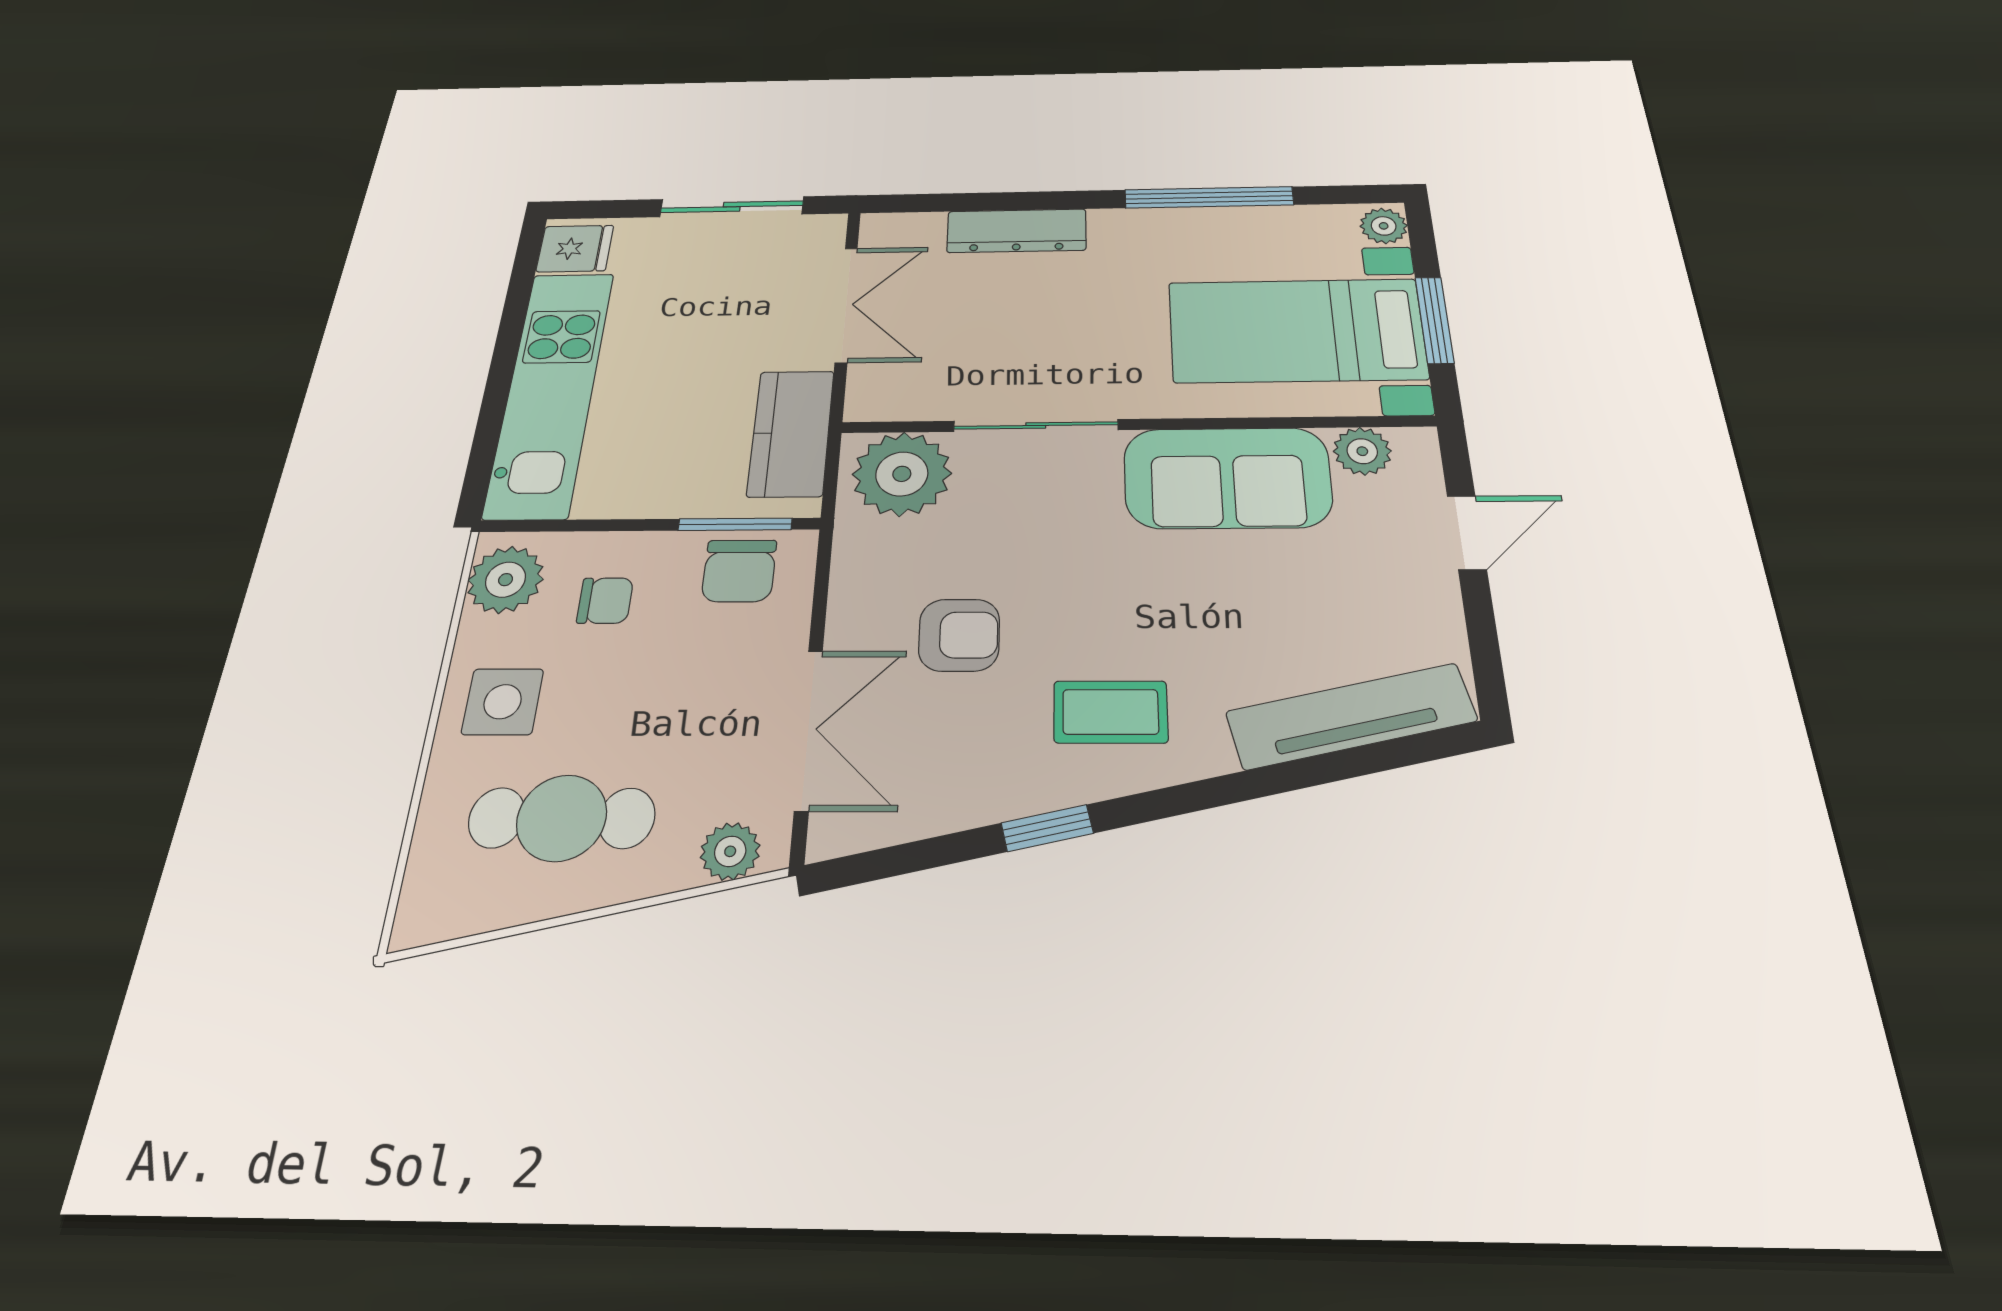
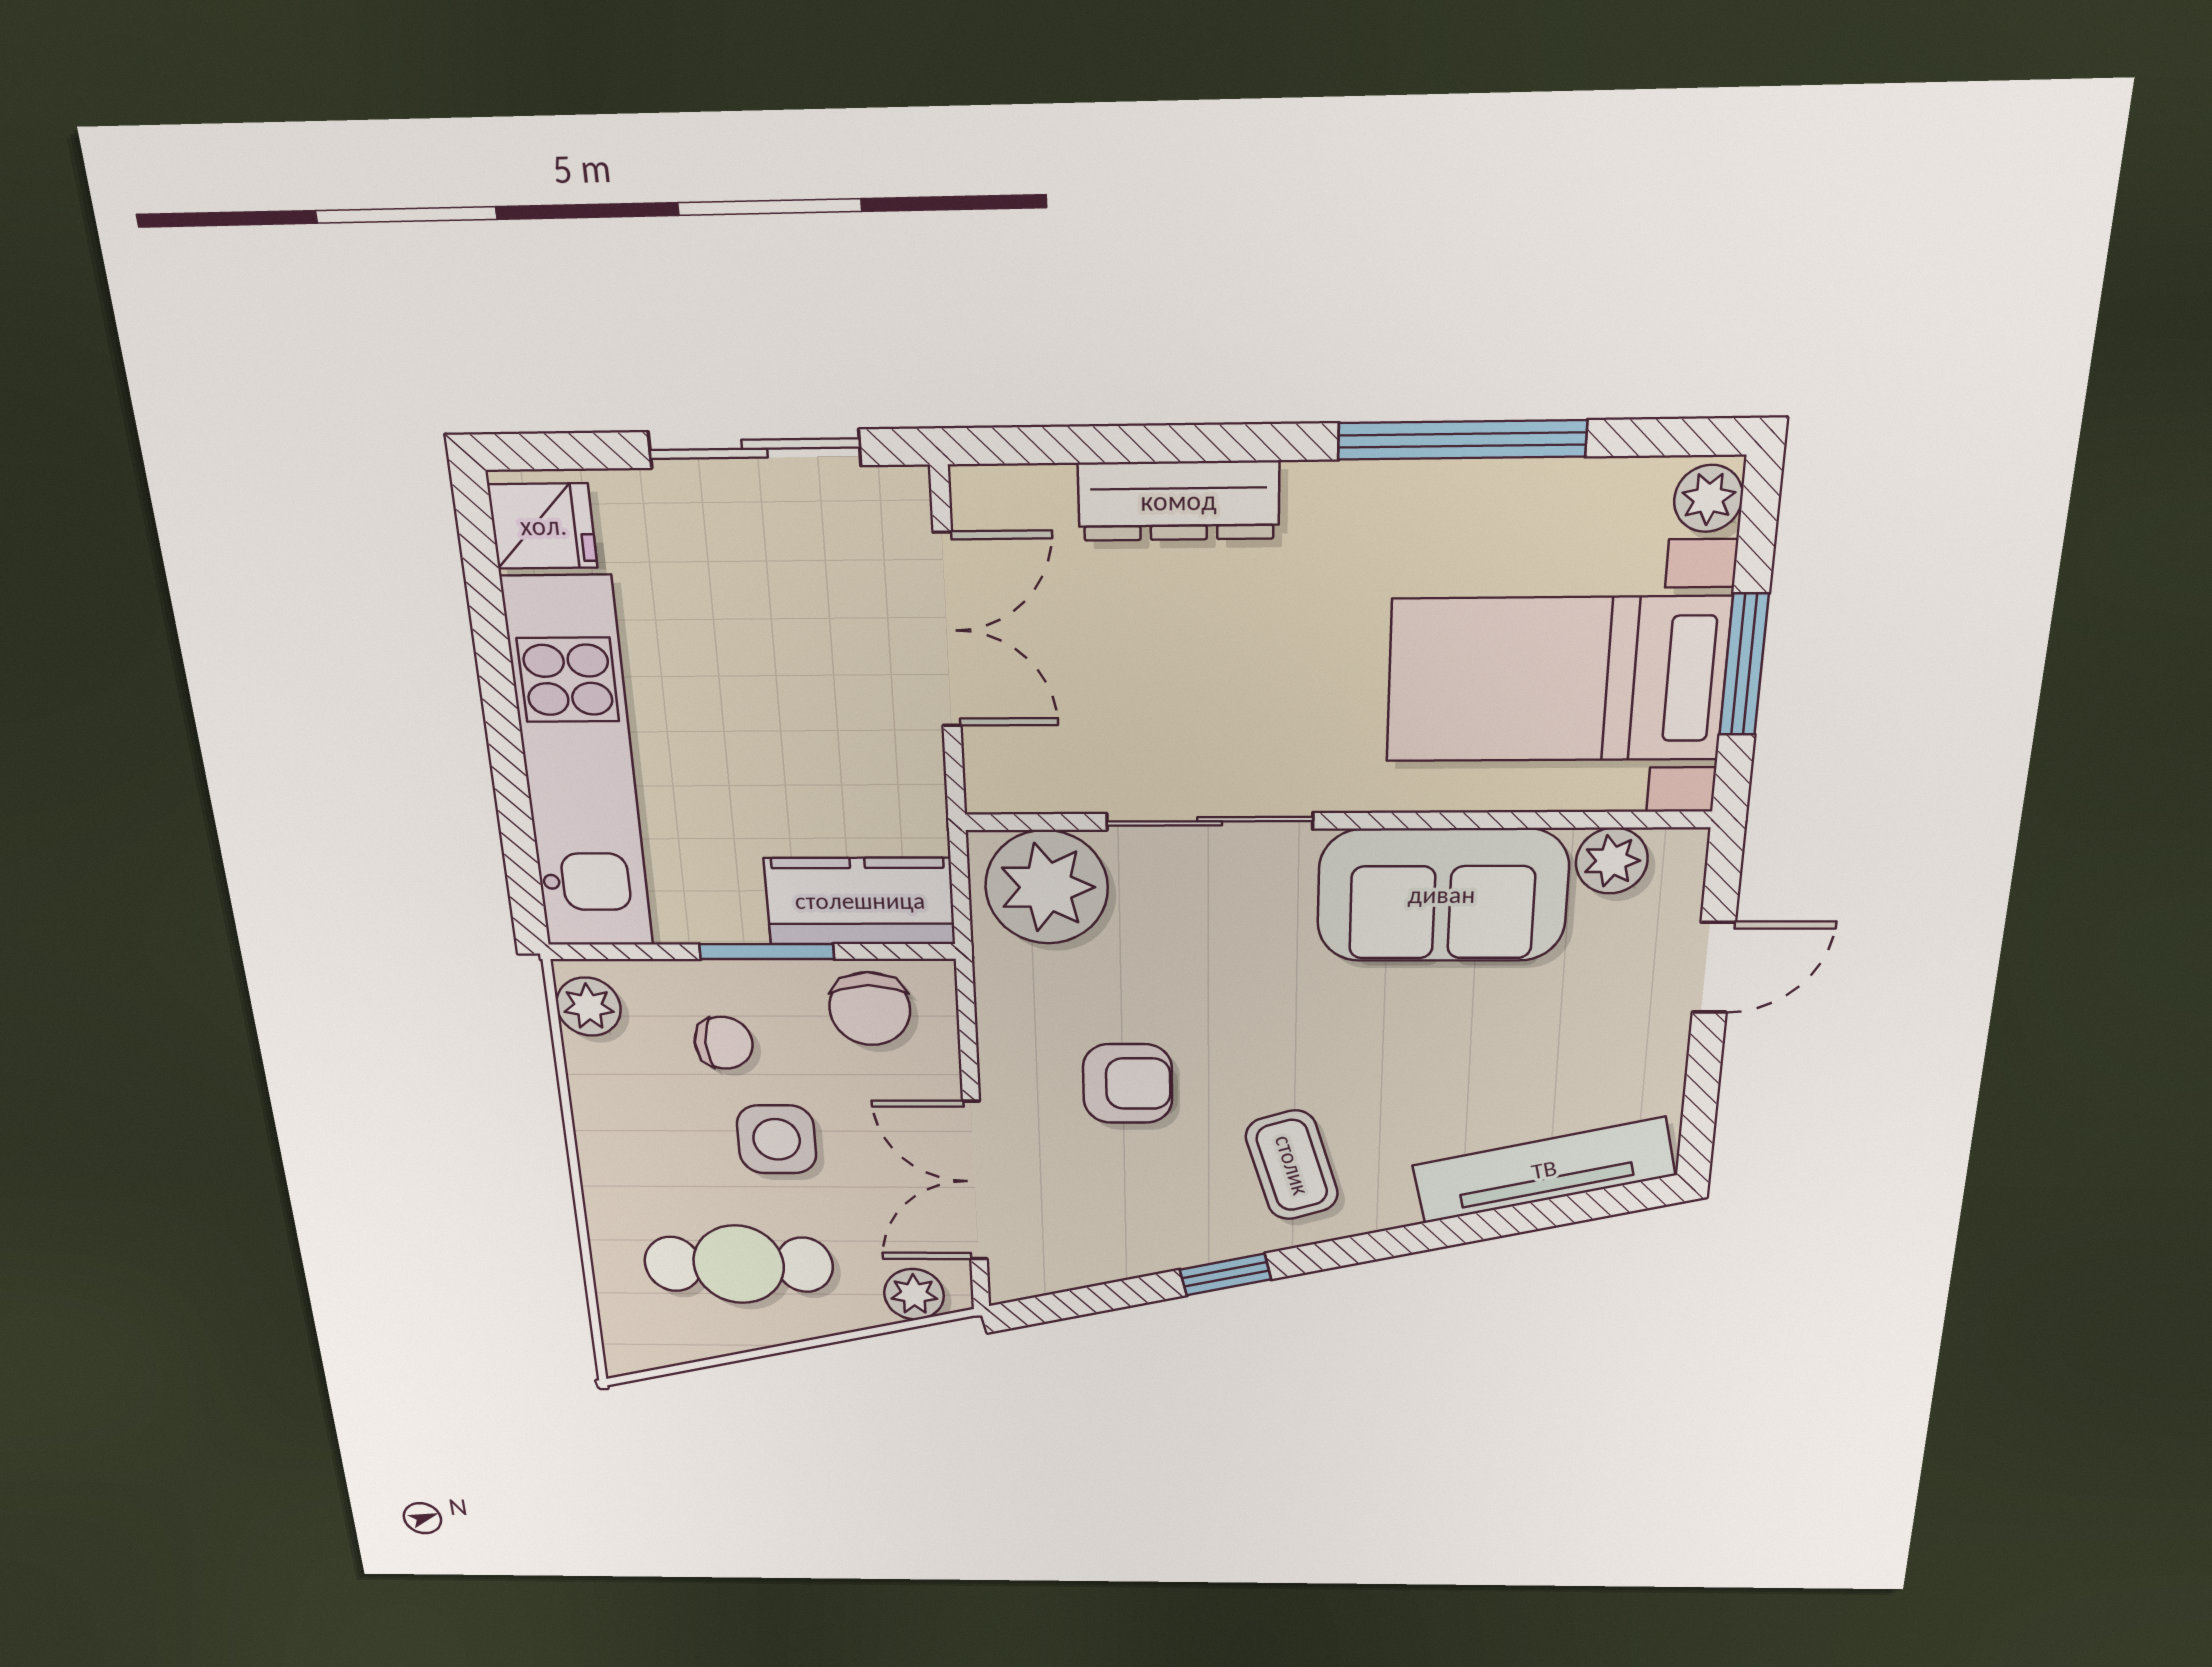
kitchen counter: (791, 433) -> (860, 901), moved, turned 90
window: (735, 524) -> (767, 952), moved
plant: (506, 580) -> (588, 1007), width x0.73, depth x0.73
side table: (503, 702) -> (777, 1139), moved
coffee table: (1111, 712) -> (1292, 1165), turned 73
double door: (809, 729) -> (975, 1181), swing flipped

